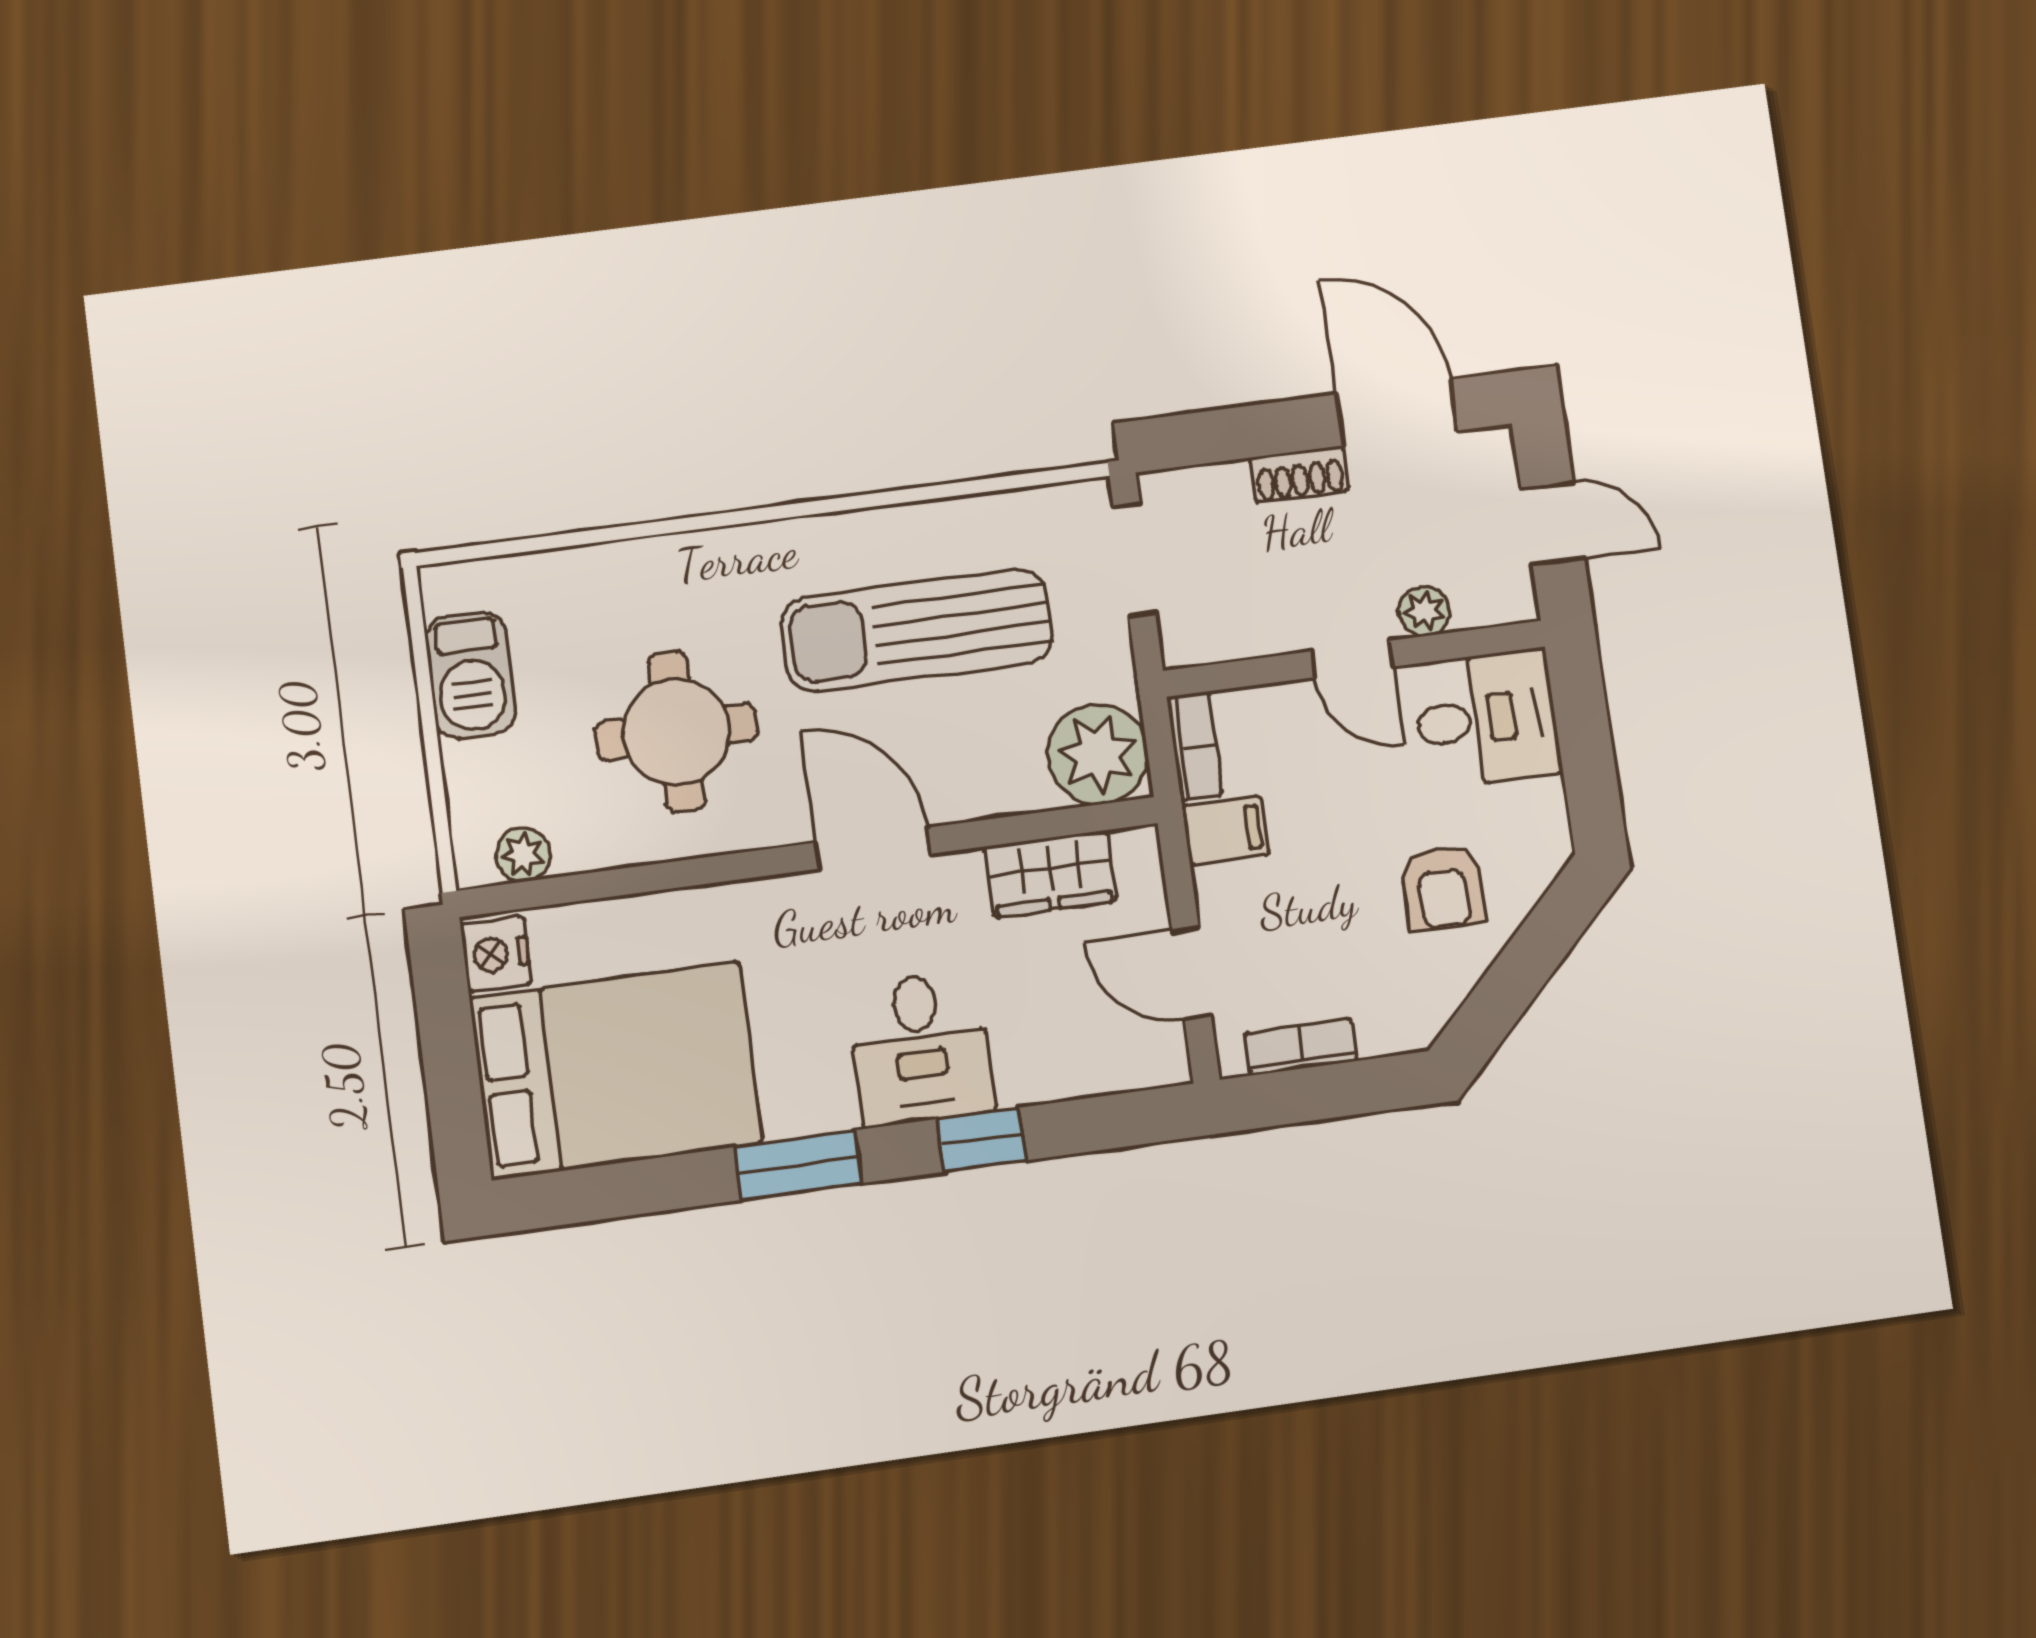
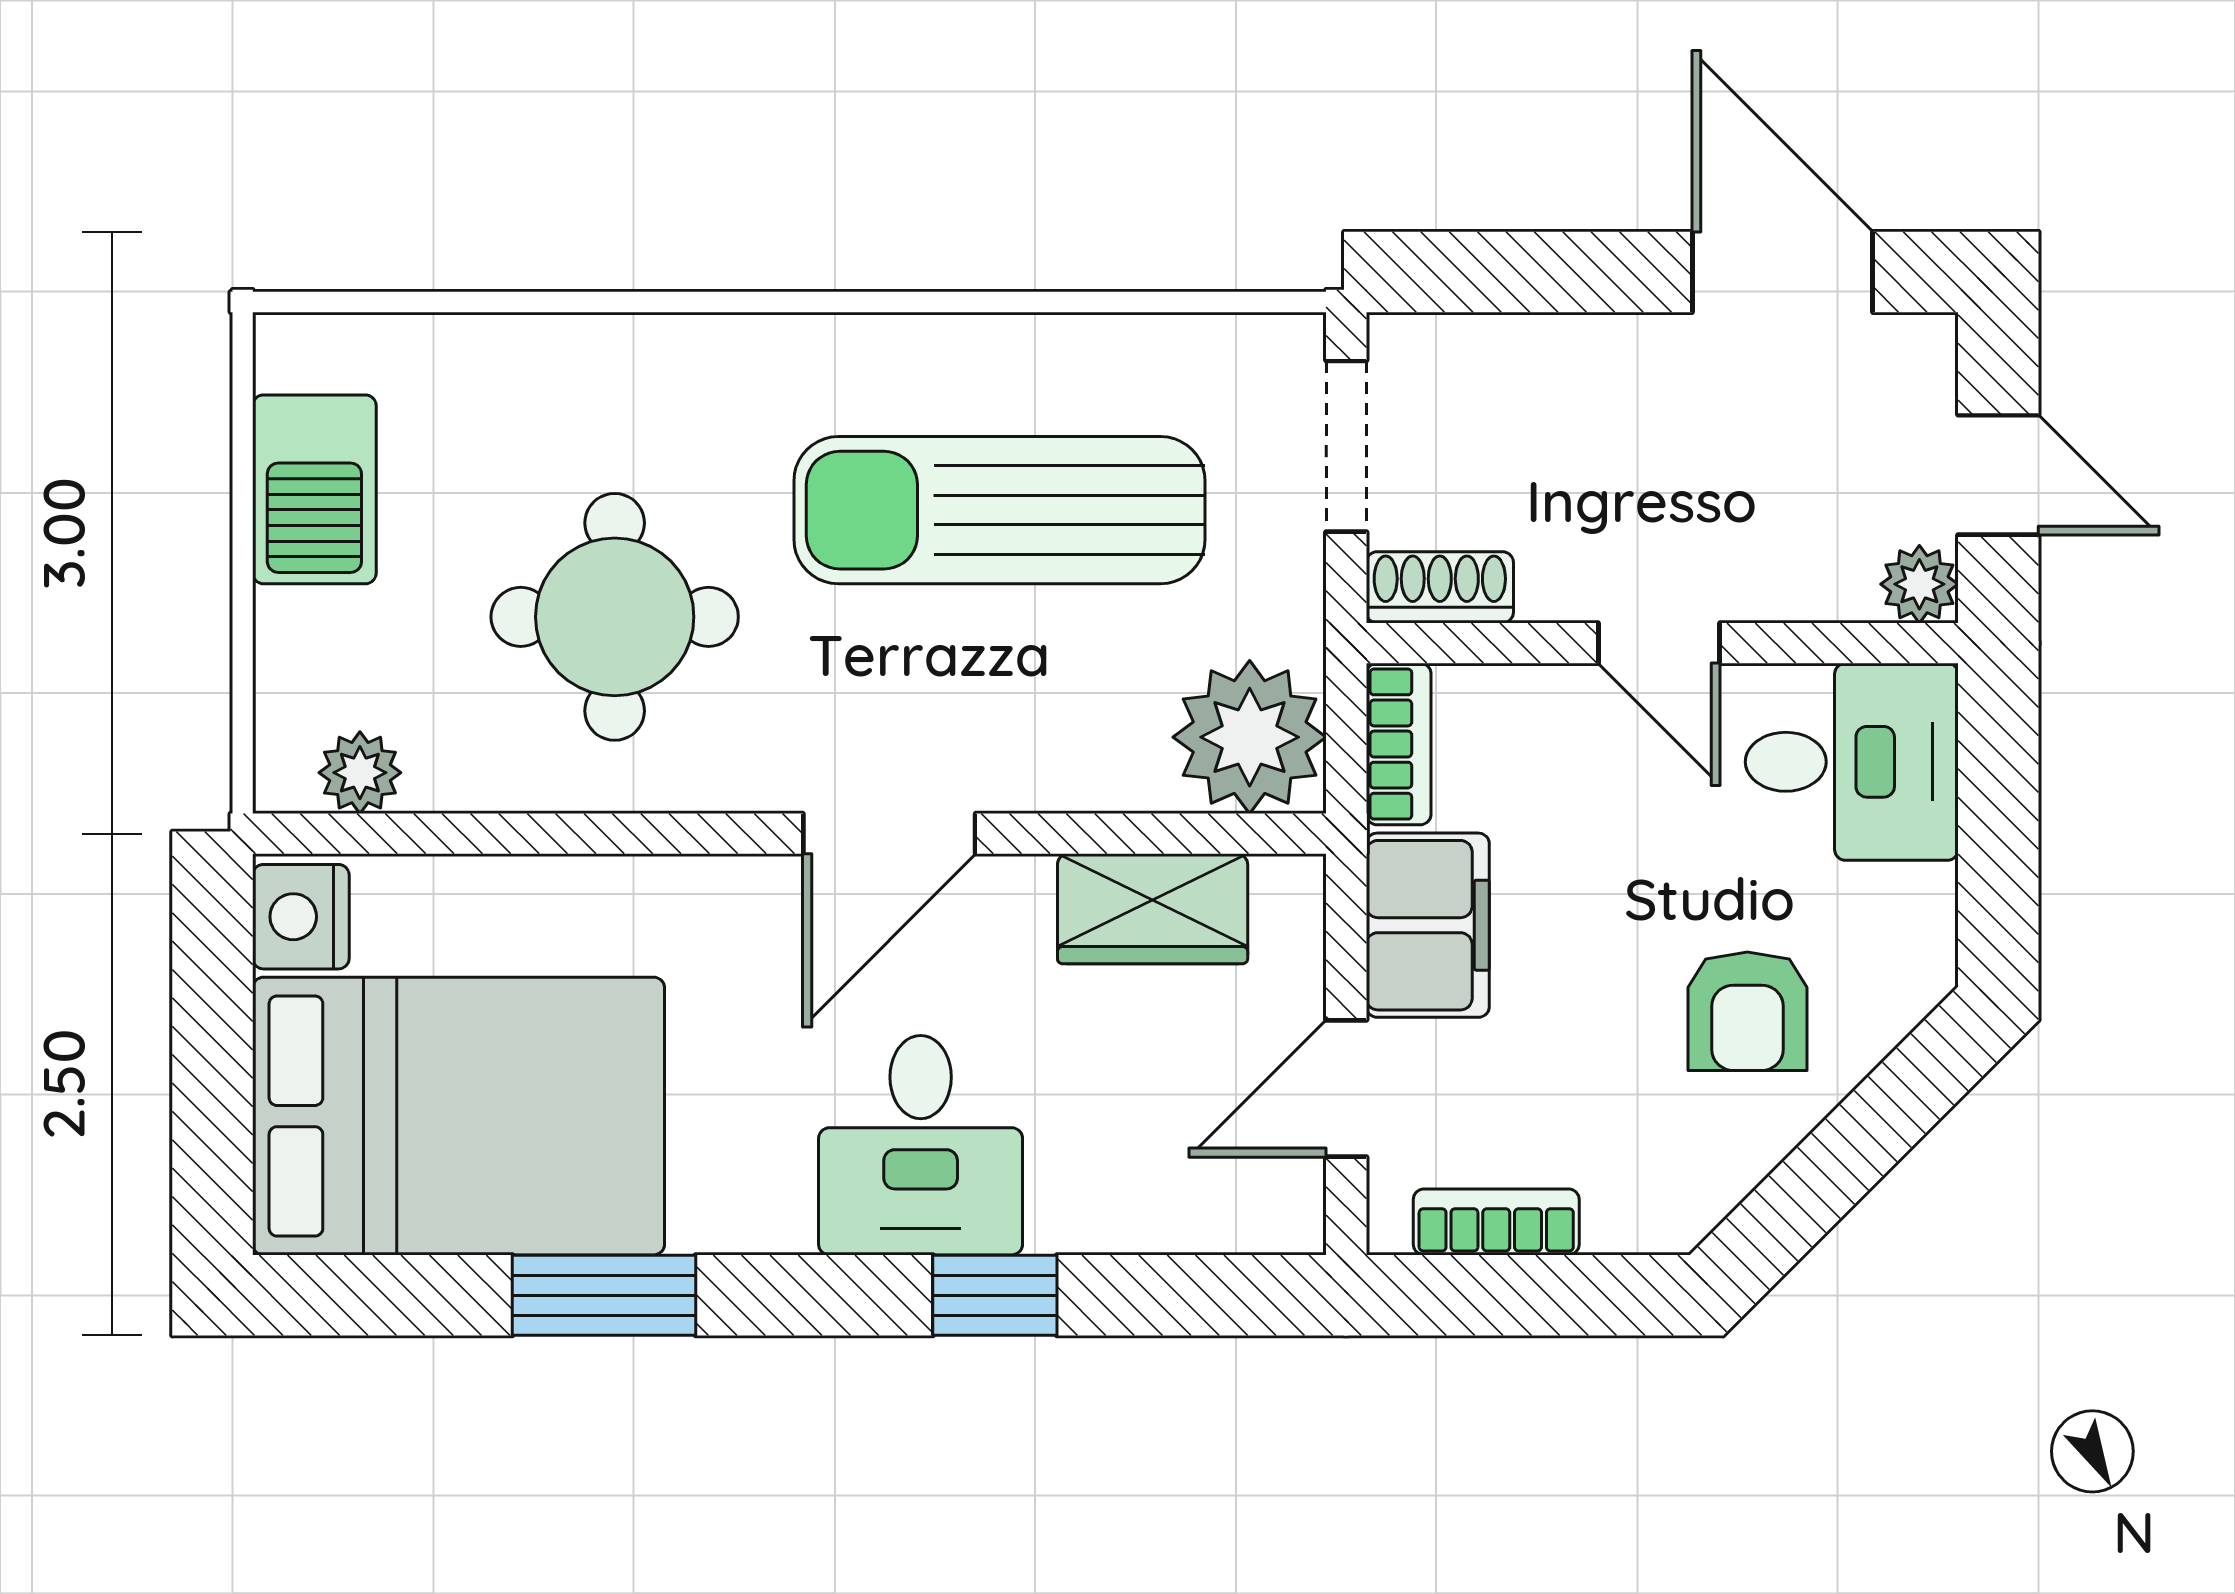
shoe rack: (1299, 474) -> (1440, 587), moved, turned 180
plant: (1424, 611) -> (1919, 584), moved
filing cabinet: (1225, 831) -> (1428, 925), width x2.00
door: (873, 848) -> (889, 834), swing flipped
door: (1192, 973) -> (1346, 1088), hinge flipped
window: (798, 1165) -> (604, 1295), moved

